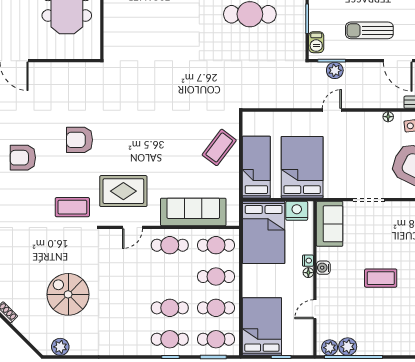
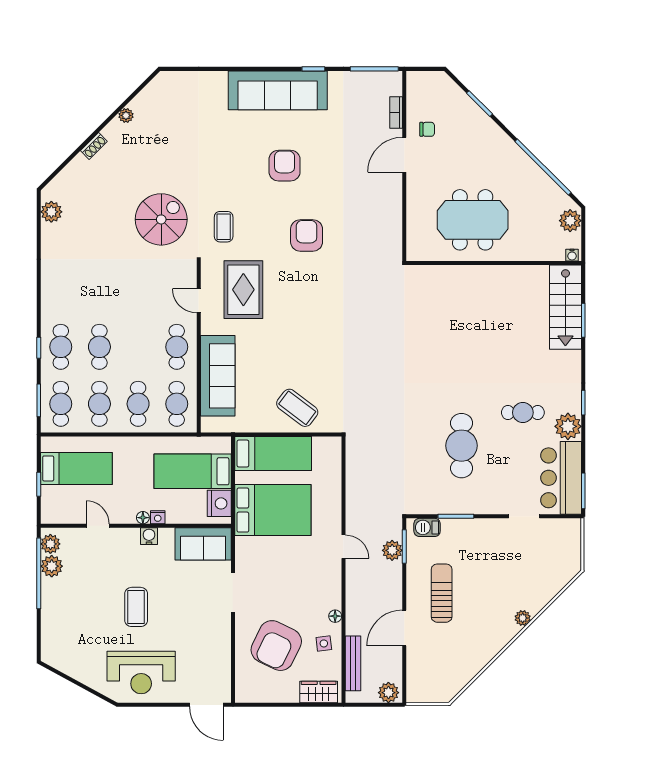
coffee table: (72, 207) -> (224, 227), width x0.73, depth x0.77
bed: (264, 232) -> (193, 471), width x0.67
spiral stairs: (68, 294) -> (161, 219), moved
bed: (262, 327) -> (76, 468), width x0.67

